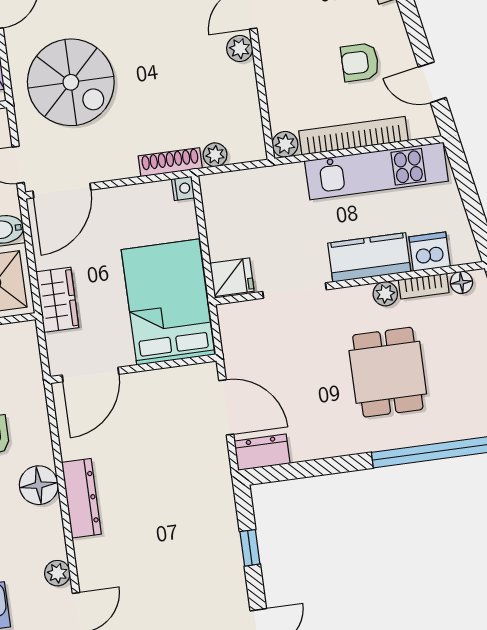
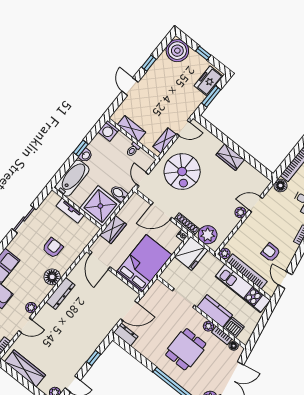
plant: (215, 155) -> (208, 235), width x1.88, depth x1.88
door: (62, 191) -> (161, 211), moved
fridge: (232, 277) -> (191, 253), moved, width x1.88, depth x1.34
door: (90, 375) -> (100, 261), hinge flipped
door: (226, 407) -> (129, 311), hinge flipped

